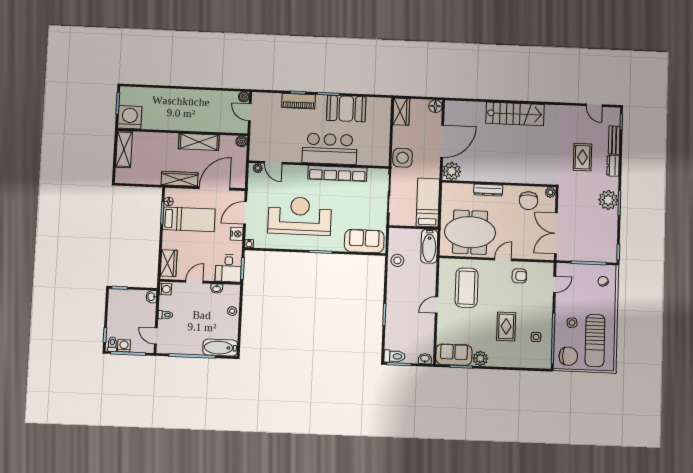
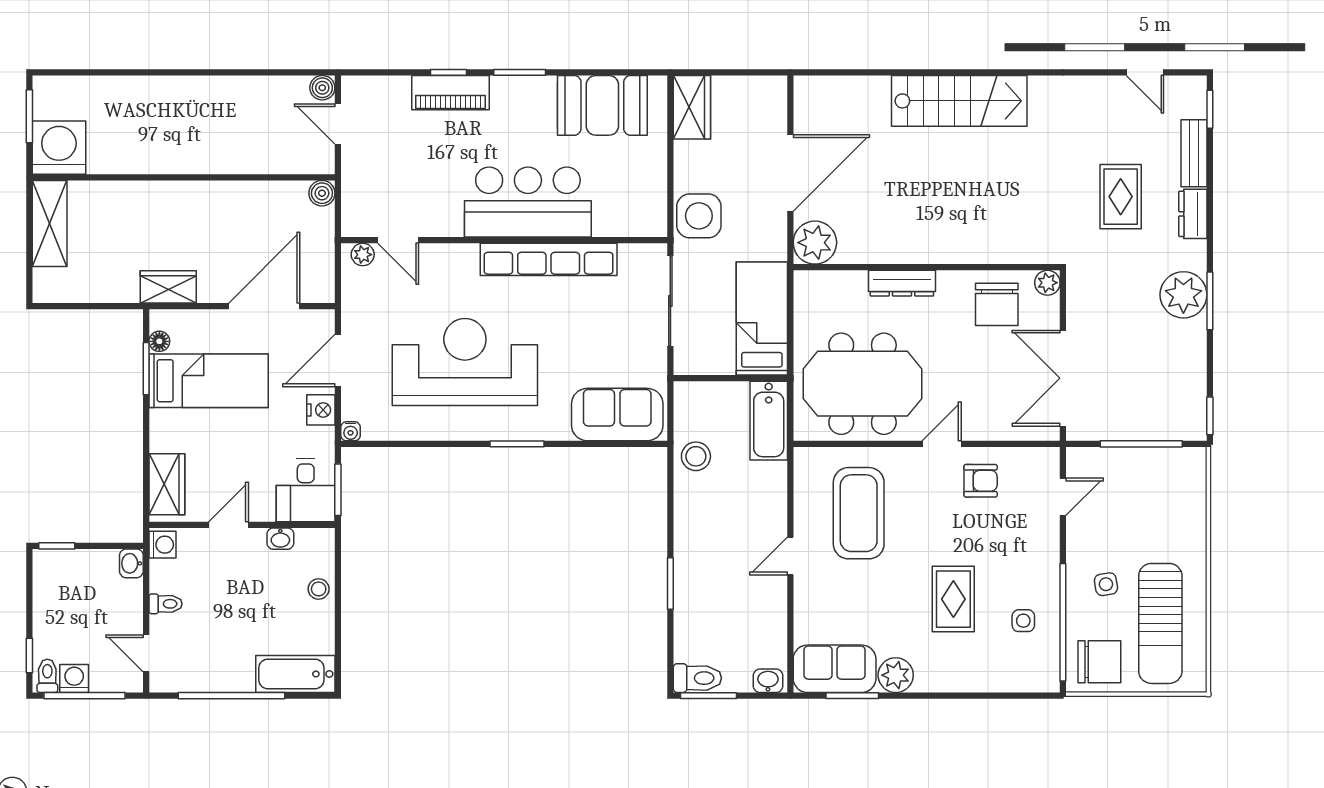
floor lamp: (435, 106) -> (772, 91), removed
booth: (346, 109) -> (602, 105), moved
shelving: (199, 142) -> (223, 199), removed
wardrobe: (180, 179) -> (168, 287), width x0.67
chair: (603, 281) -> (1176, 485), removed

